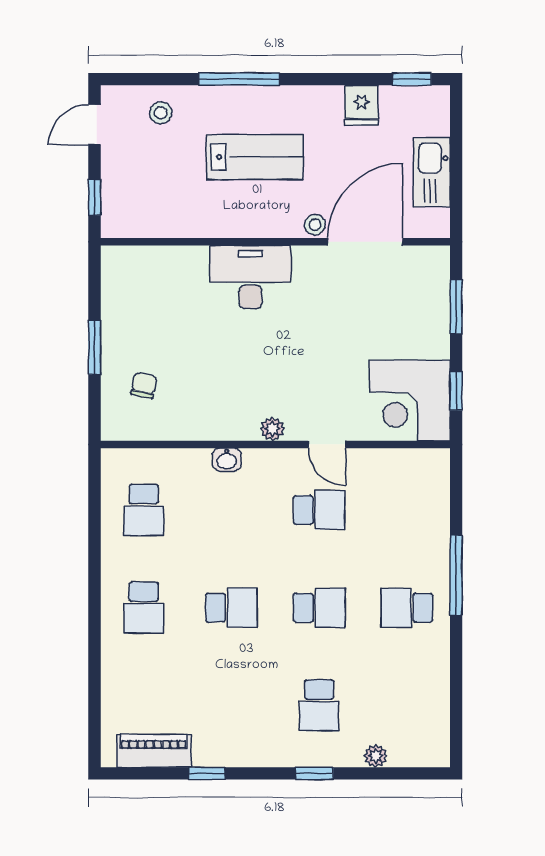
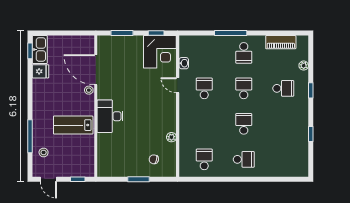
window: (239, 79) -> (30, 136), moved
lab bench: (255, 157) -> (73, 125), moved, turned -90
kitchen sink: (432, 172) -> (40, 49), moved, turned -90
plant: (272, 429) -> (171, 137), moved
door: (327, 444) -> (178, 85), swing flipped
washbasin: (227, 460) -> (184, 63), moved
school desk: (144, 510) -> (204, 159), turned -90
piano: (154, 751) -> (281, 42), moved, turned -90

